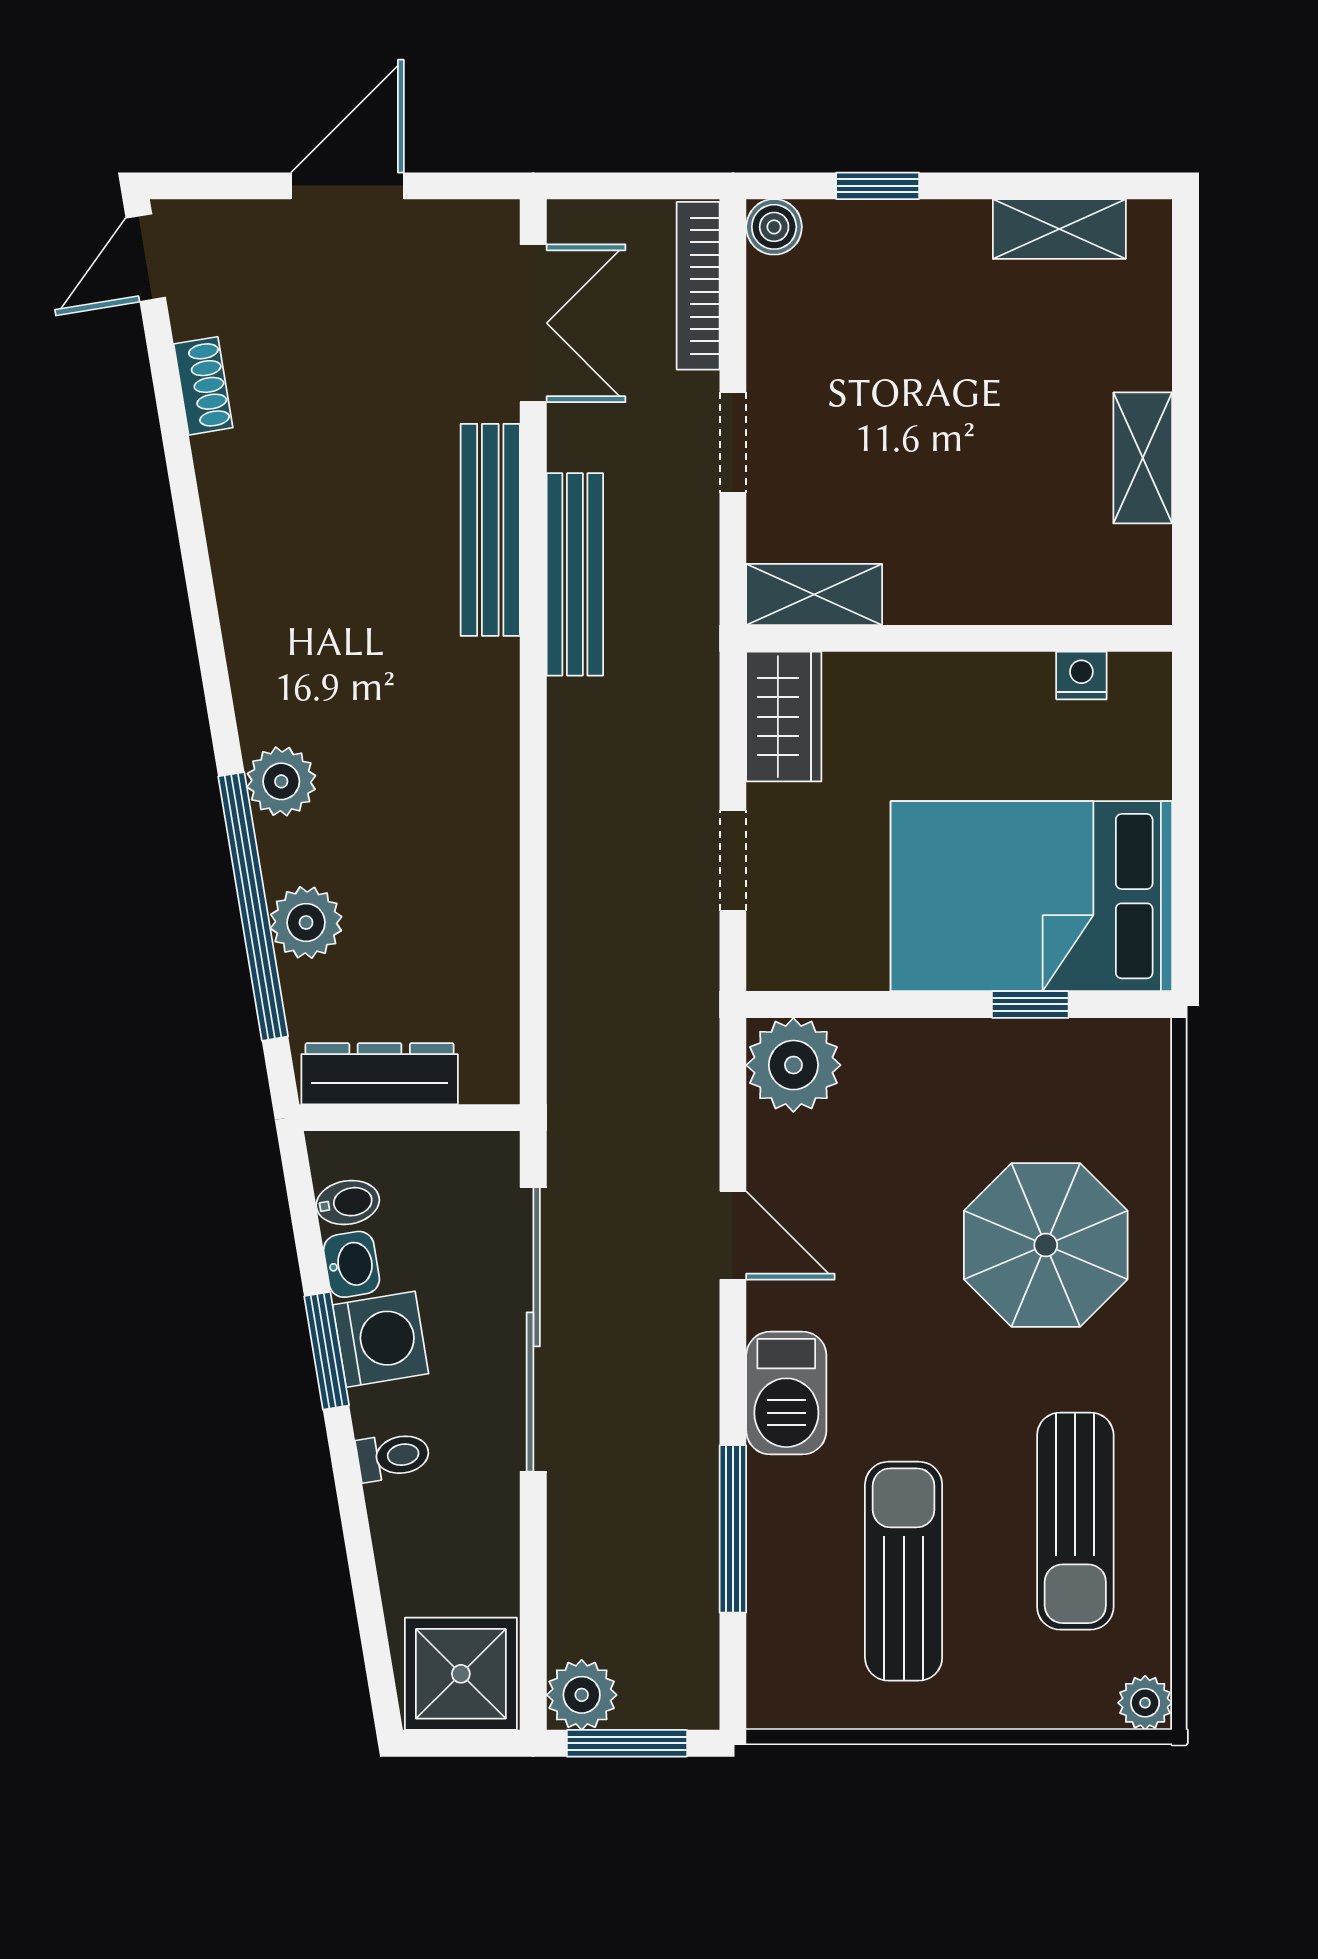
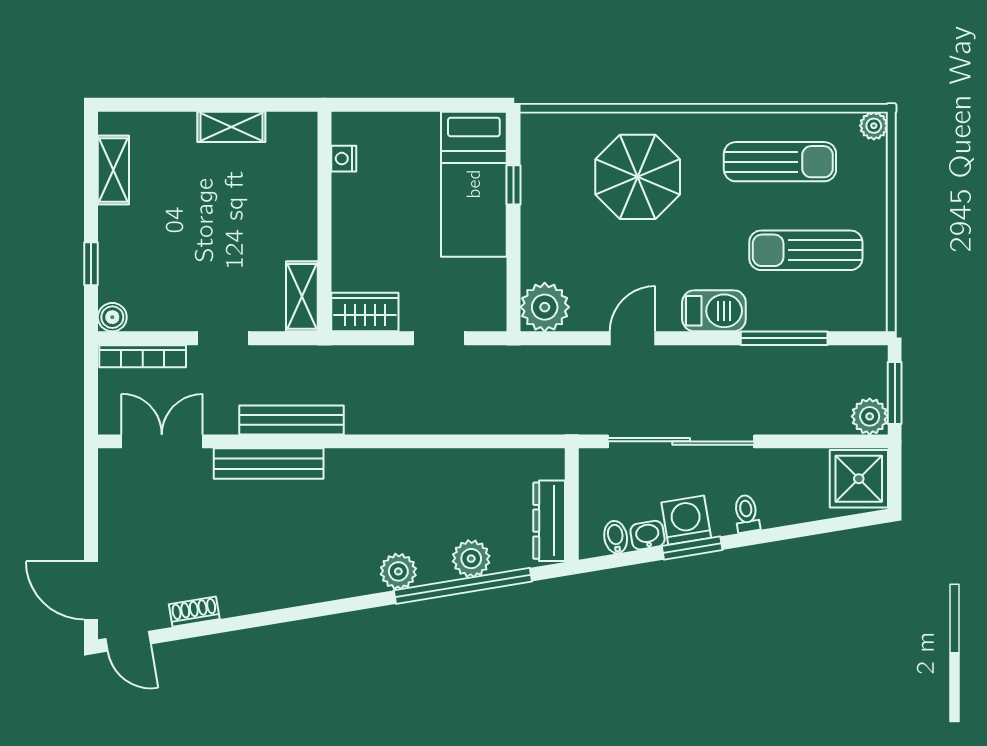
door: (347, 186) -> (91, 590), moved
bed: (1031, 896) -> (474, 184), width x0.67

